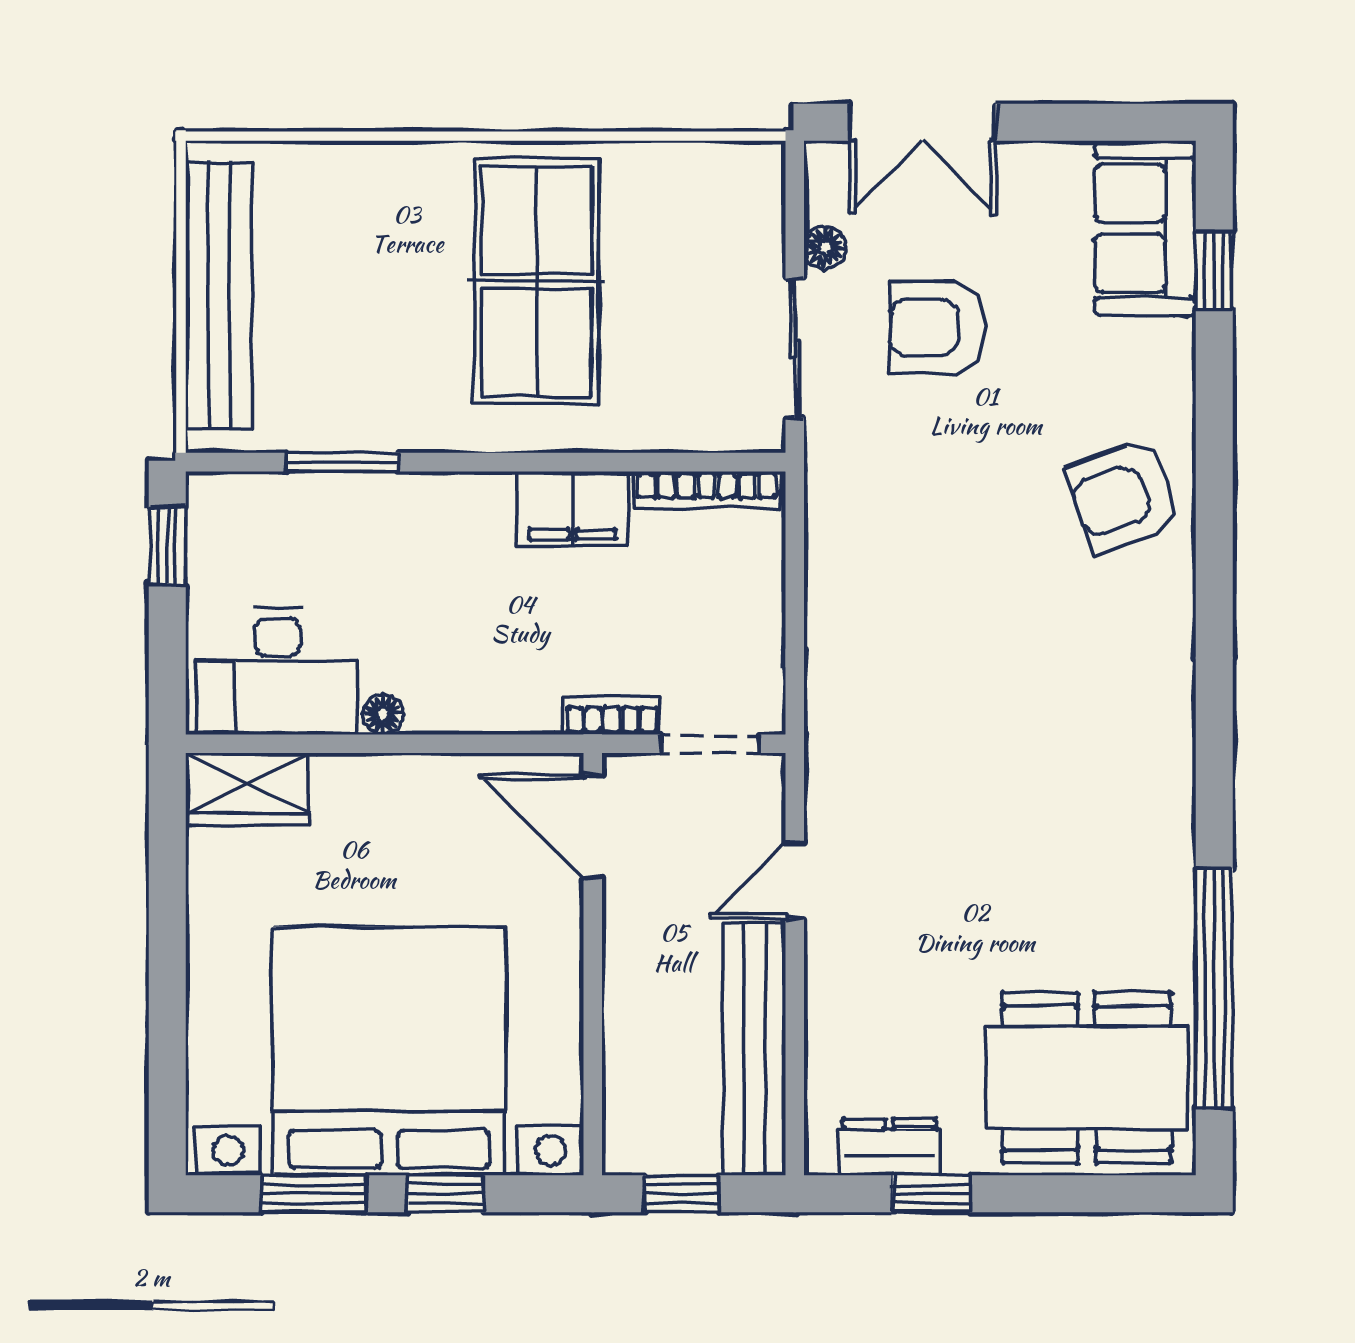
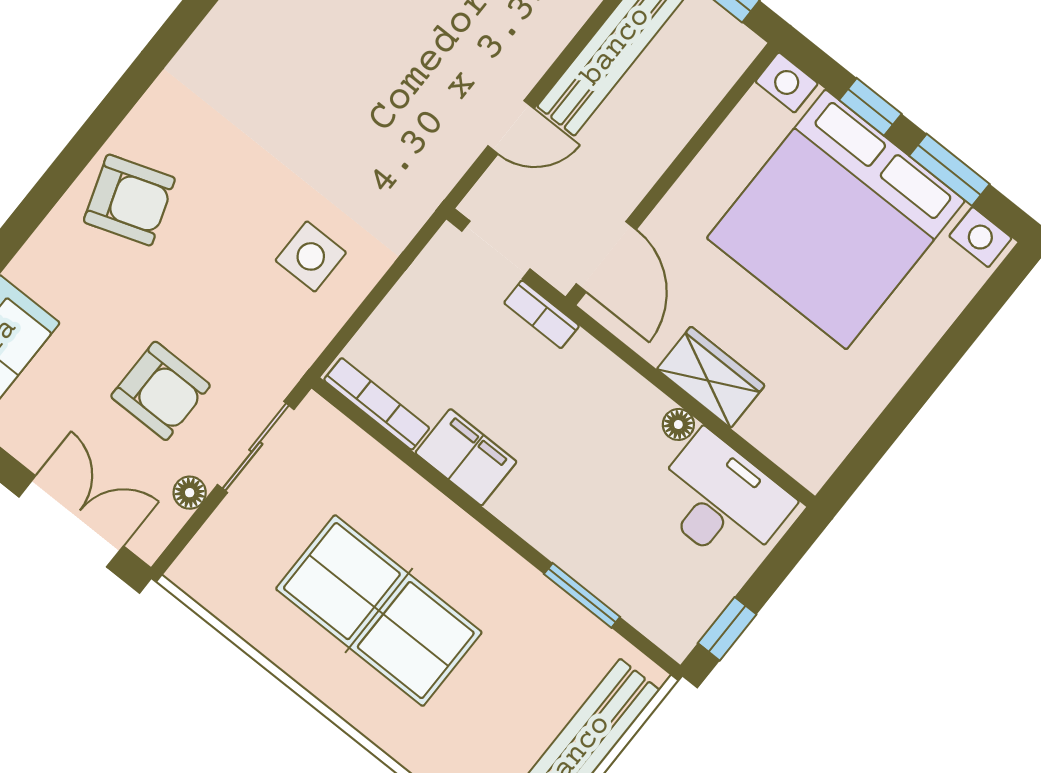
table tennis table: (537, 282) -> (379, 611), turned 90
side table: (894, 587) -> (311, 256), added
wardrobe: (248, 789) -> (711, 377), moved

